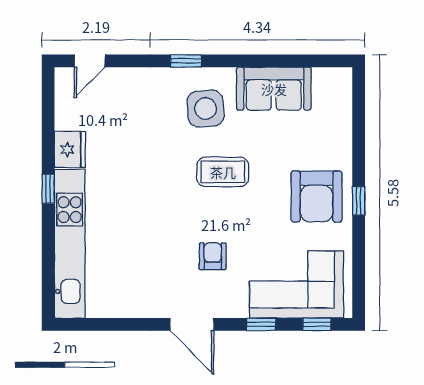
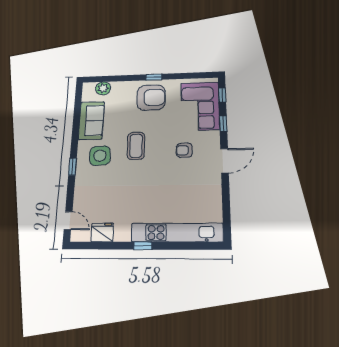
plant: (339, 107) -> (103, 88), added
fridge: (70, 149) -> (102, 232), moved

